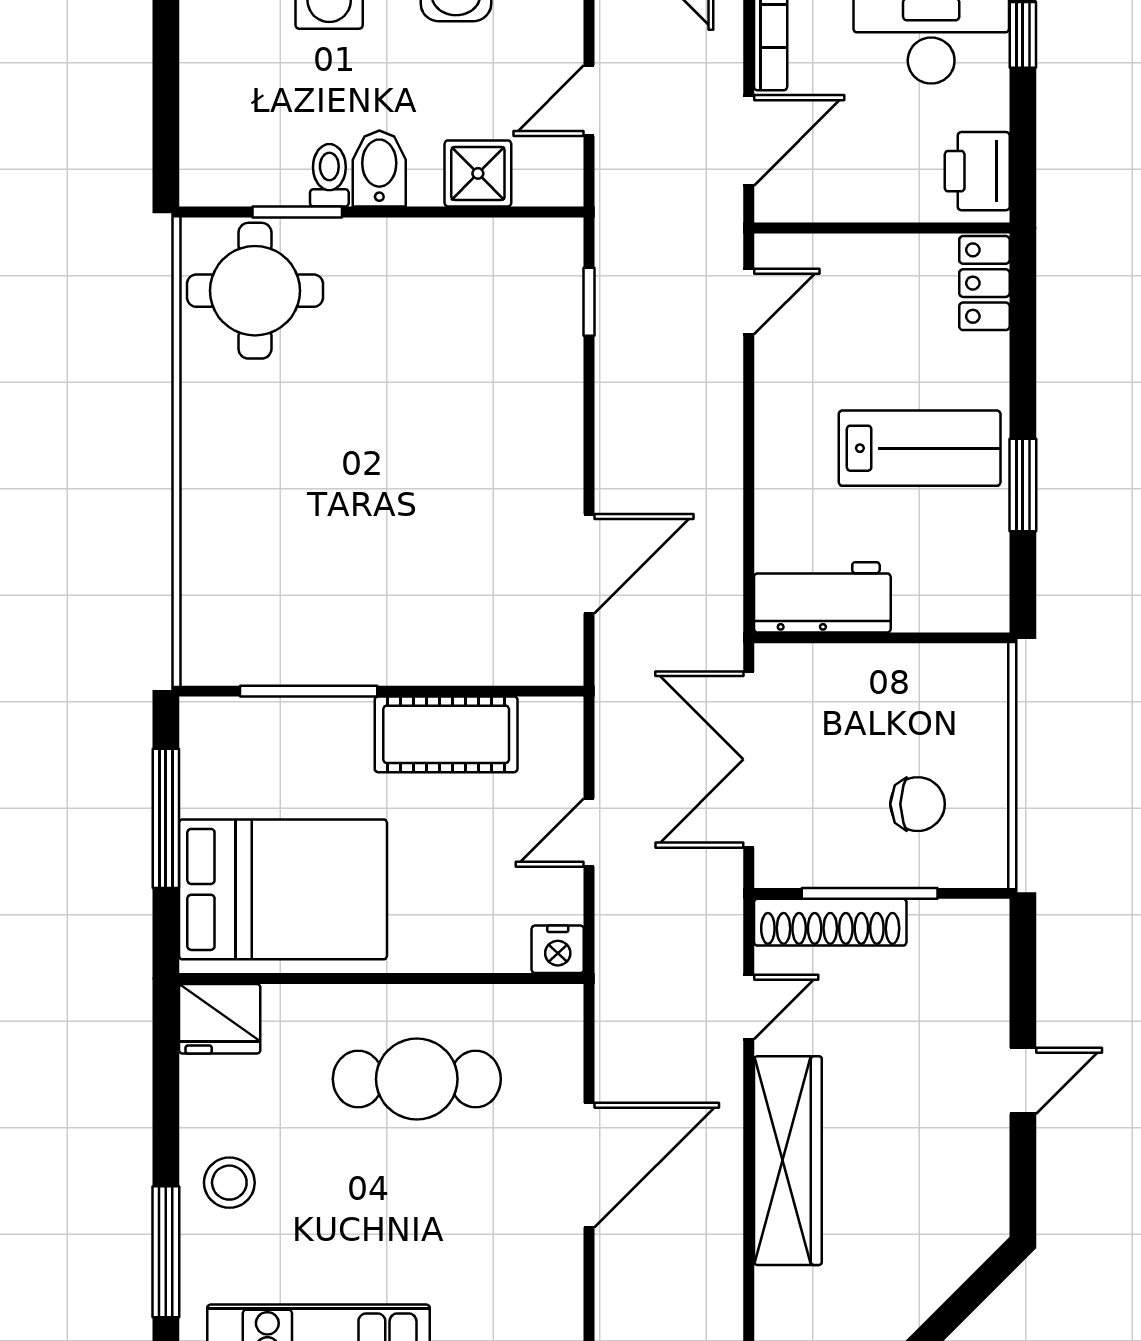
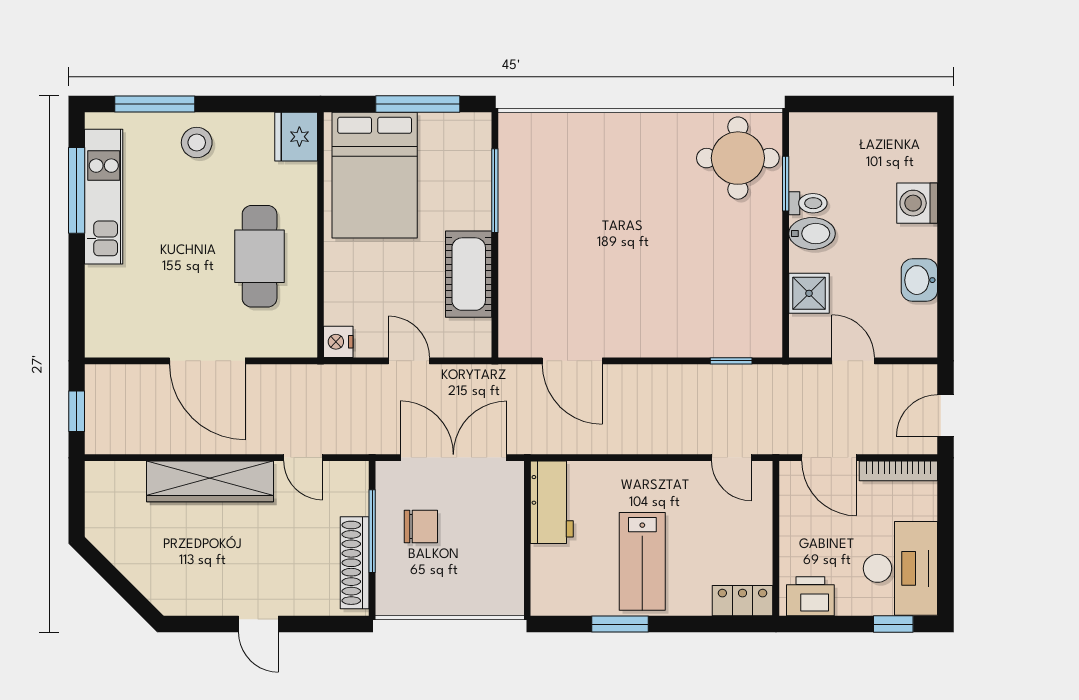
chair: (918, 804) -> (421, 526), moved, turned -90
shoe rack: (830, 922) -> (355, 563), moved

